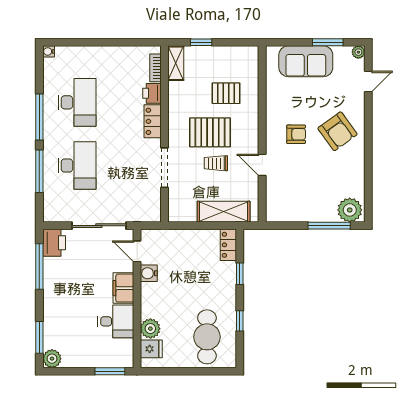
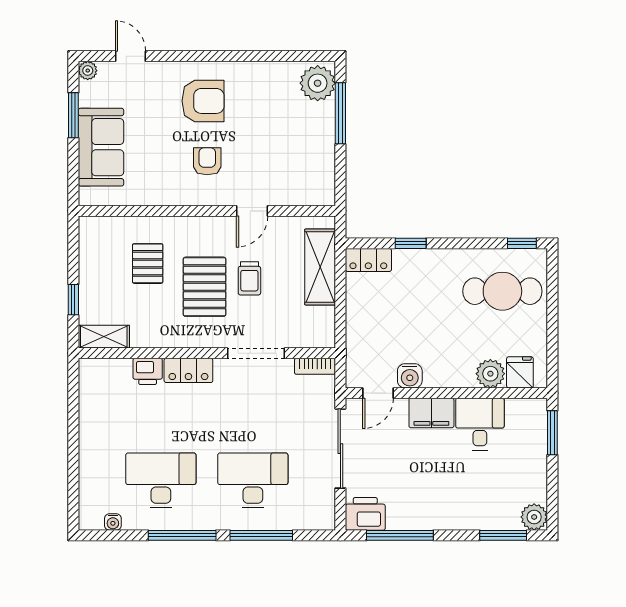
water cooler: (49, 51) -> (113, 522), moved
bookcase: (155, 68) -> (315, 366), moved
armchair: (338, 131) -> (203, 101), turned 36
window: (240, 321) -> (522, 243), moved

